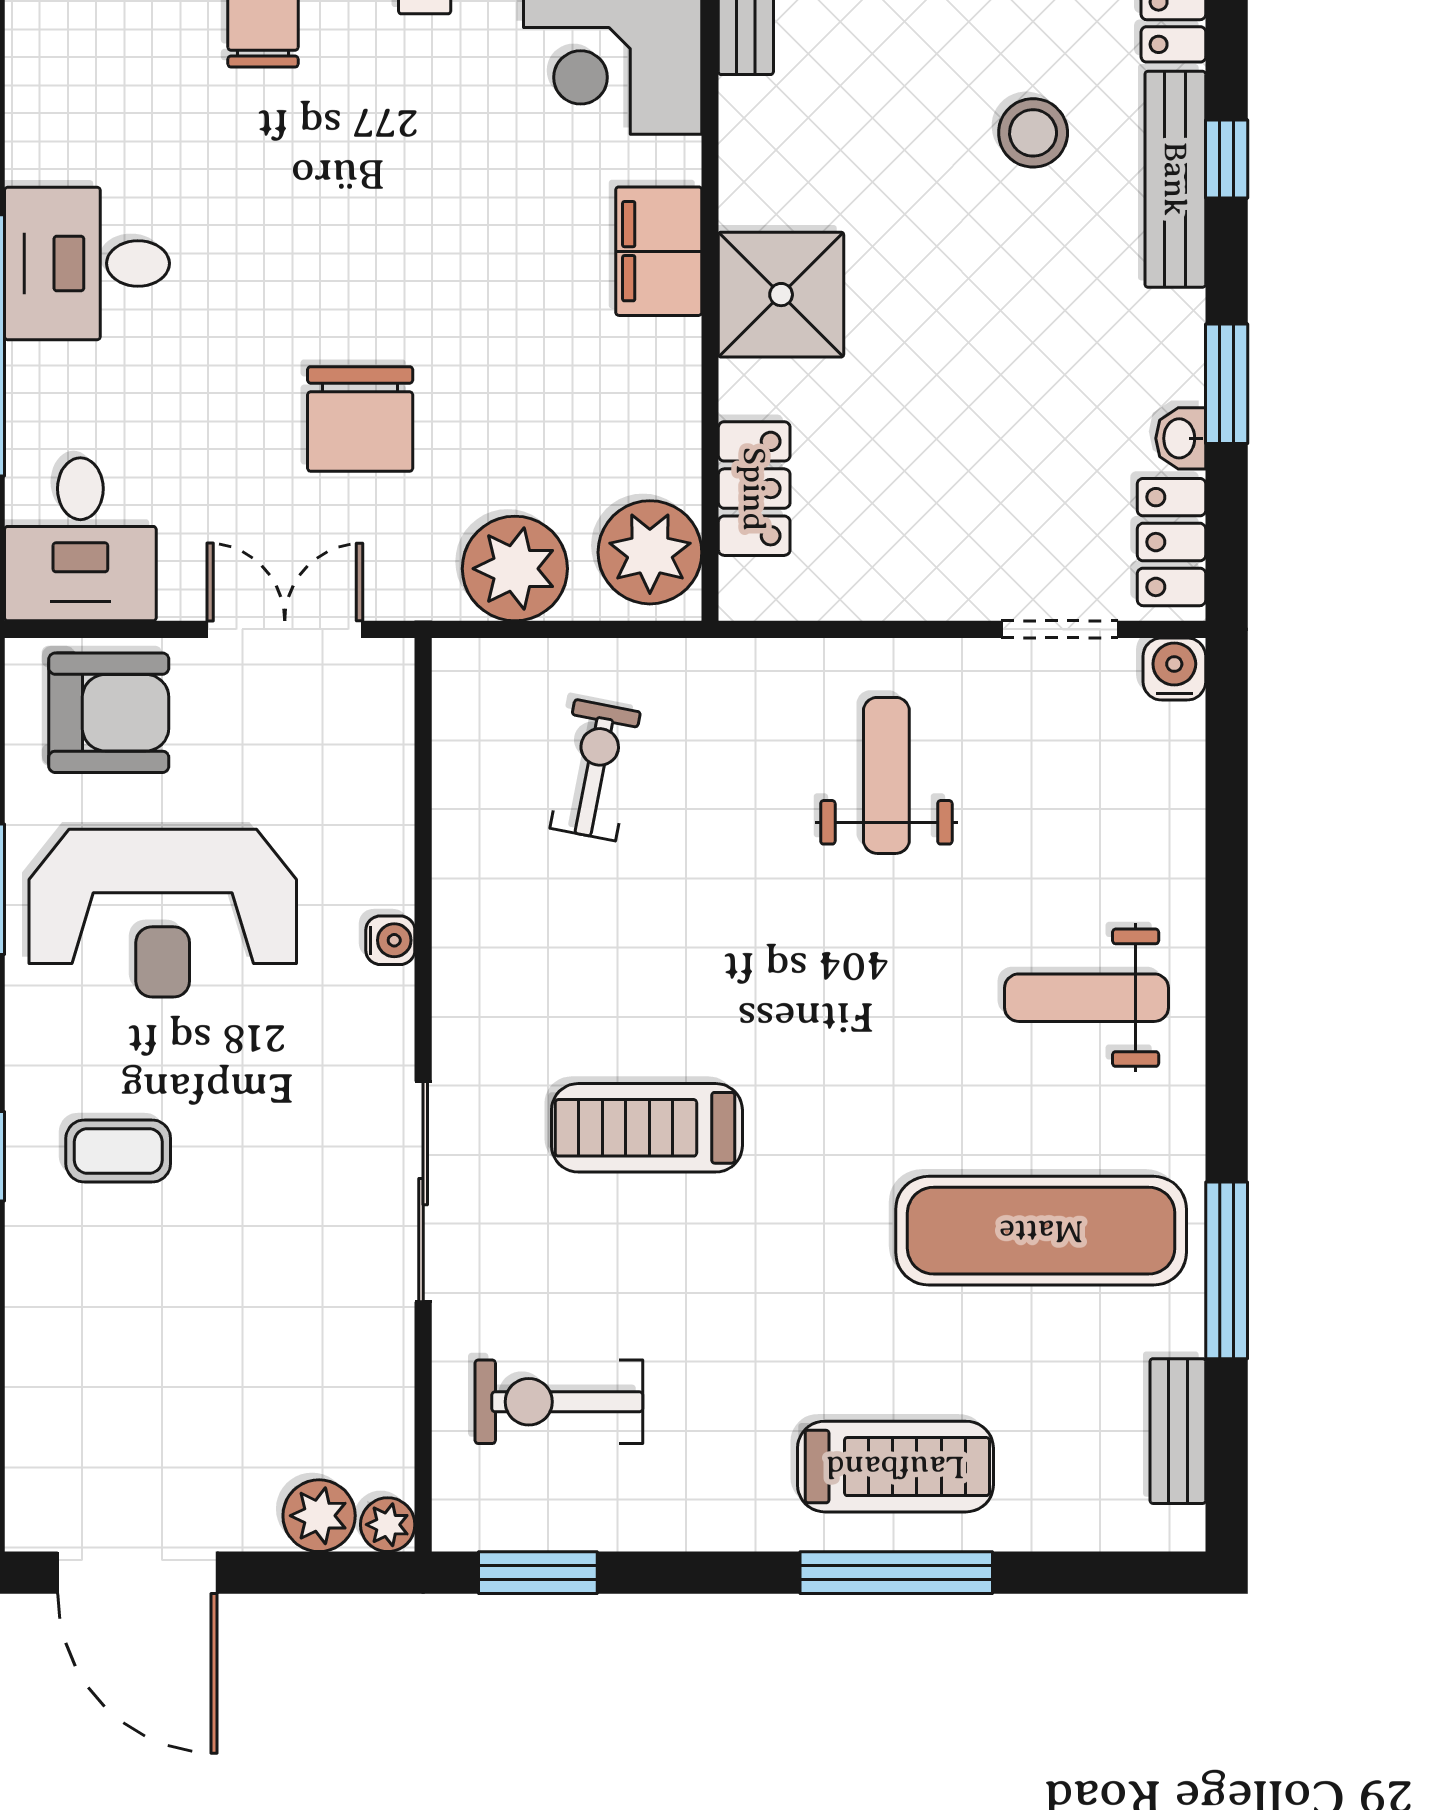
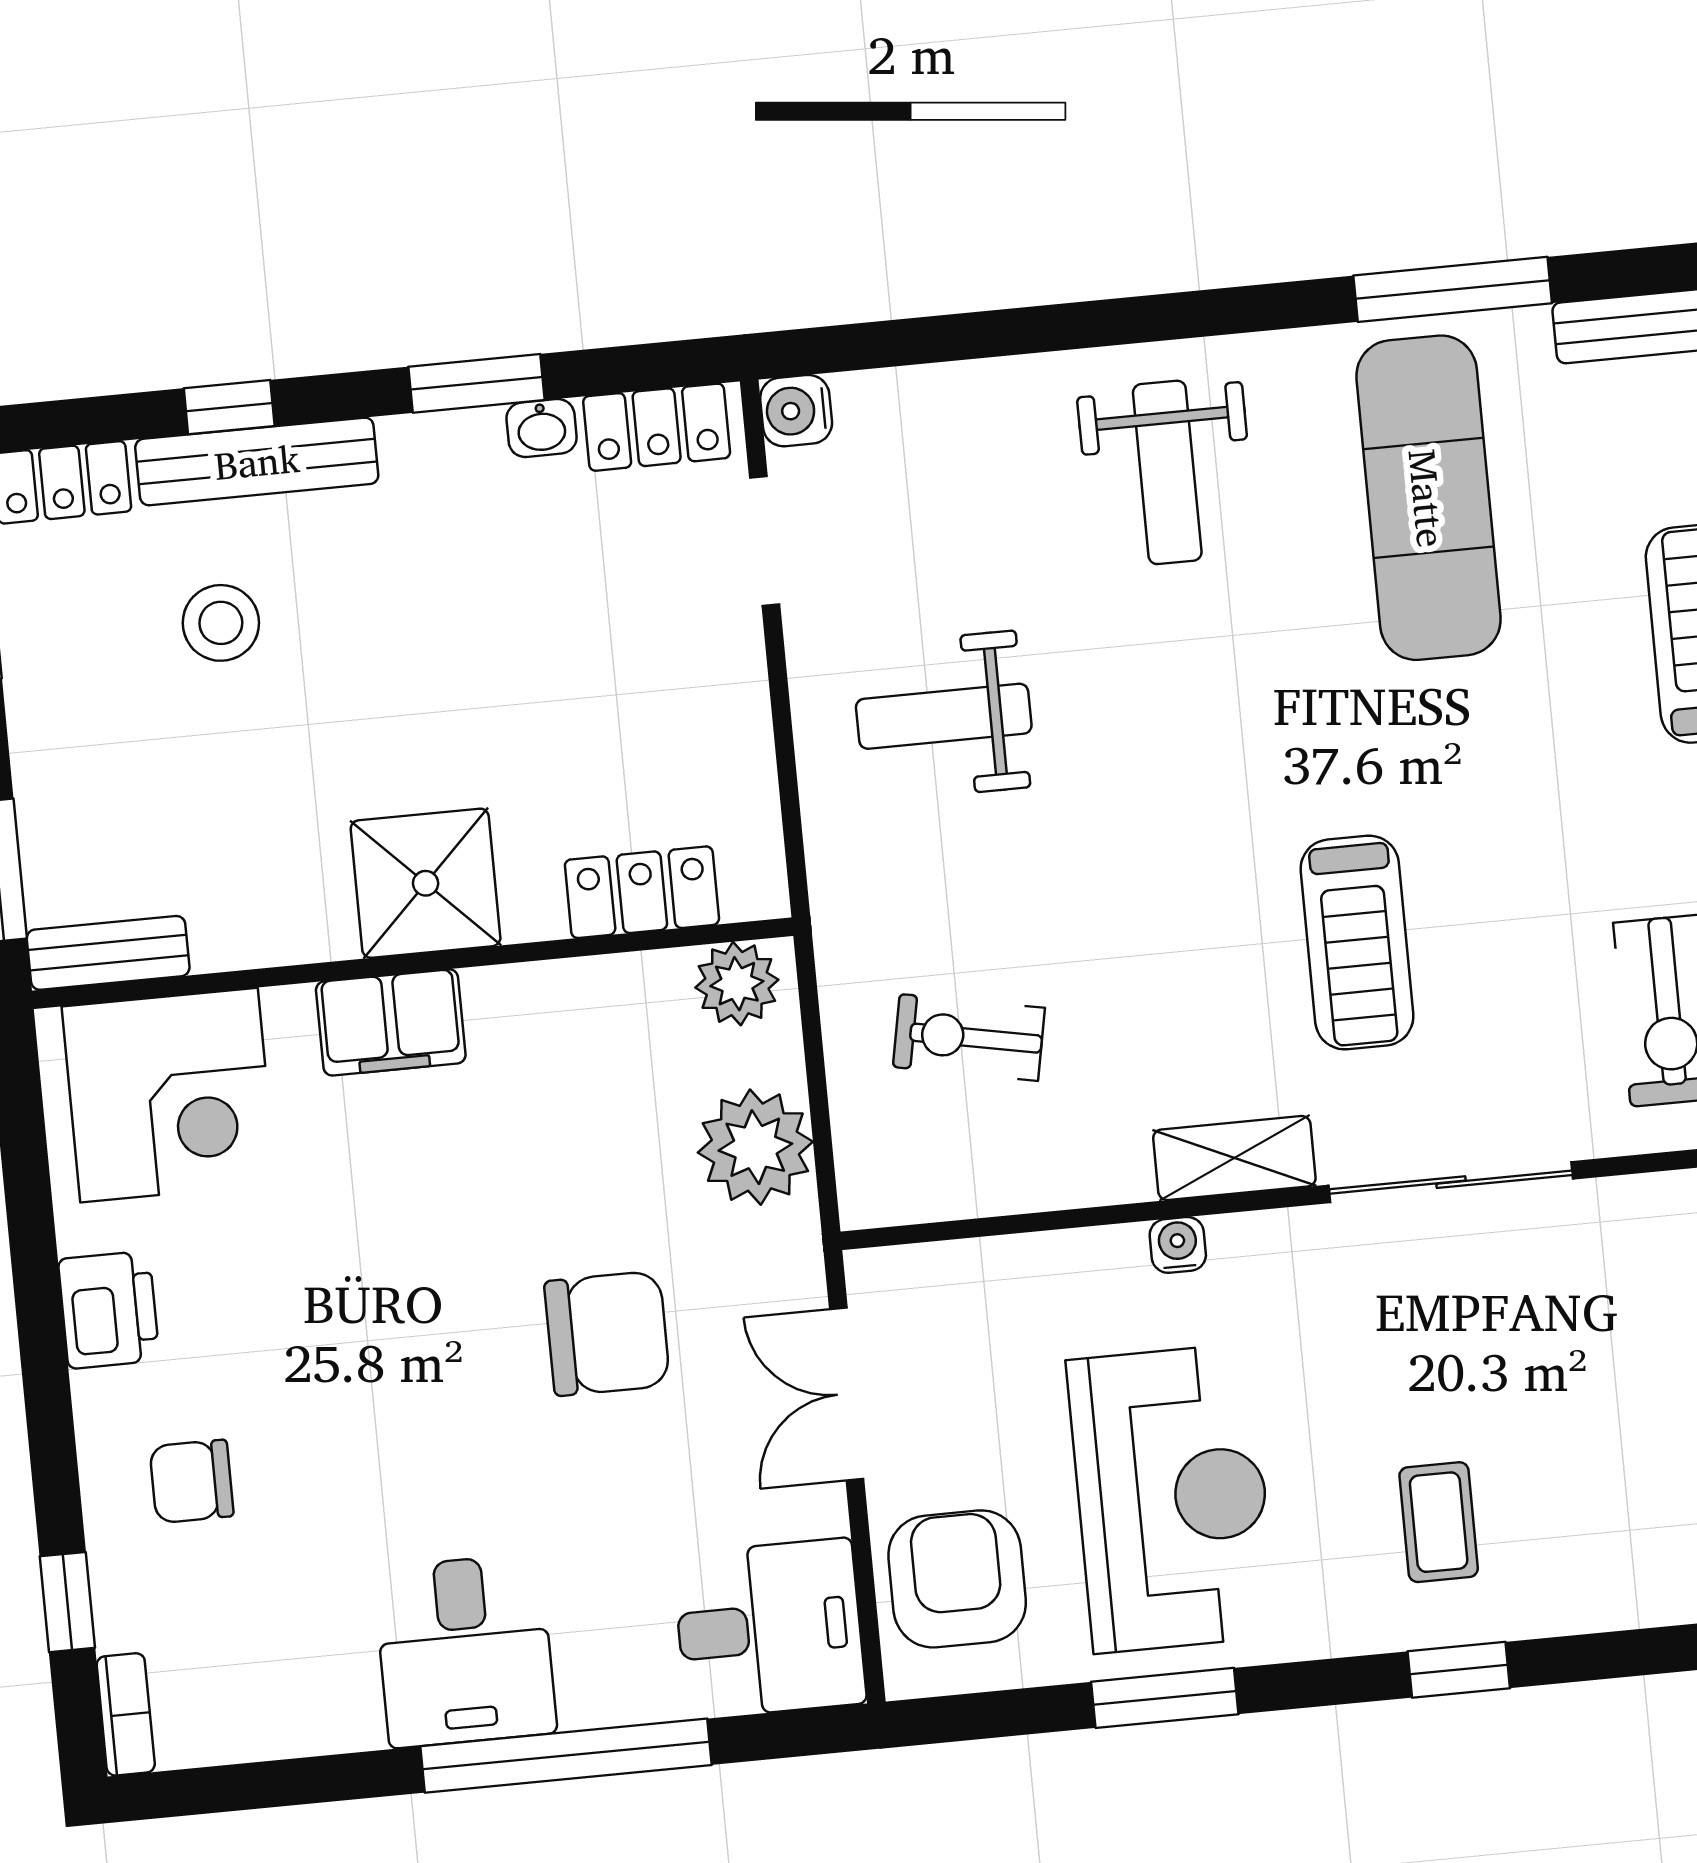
plant: (650, 552) -> (737, 984), width x0.73, depth x0.73
shelving: (464, 999) -> (1234, 1158), added

